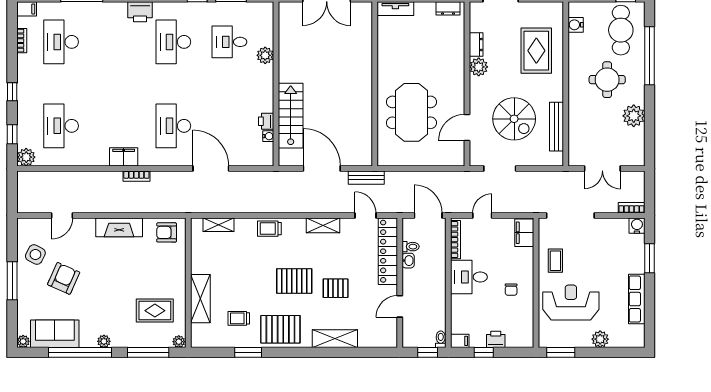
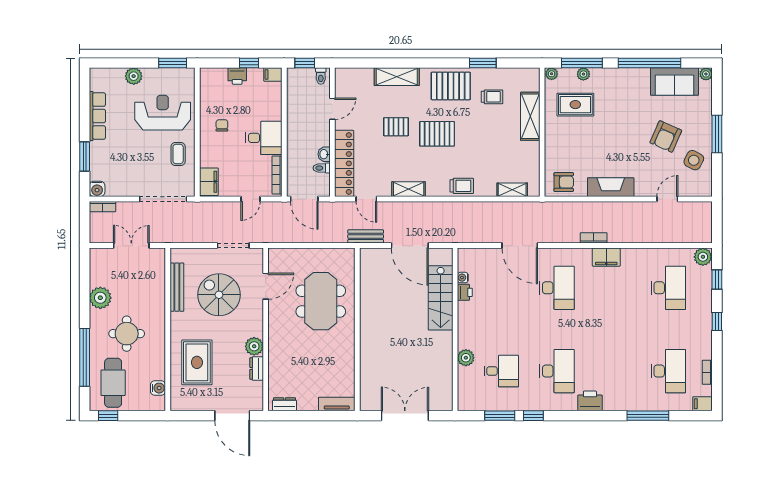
reception desk: (571, 302) -> (163, 113), turned 180
toilet: (441, 339) -> (321, 76), moved
plant: (104, 341) -> (583, 74), moved

